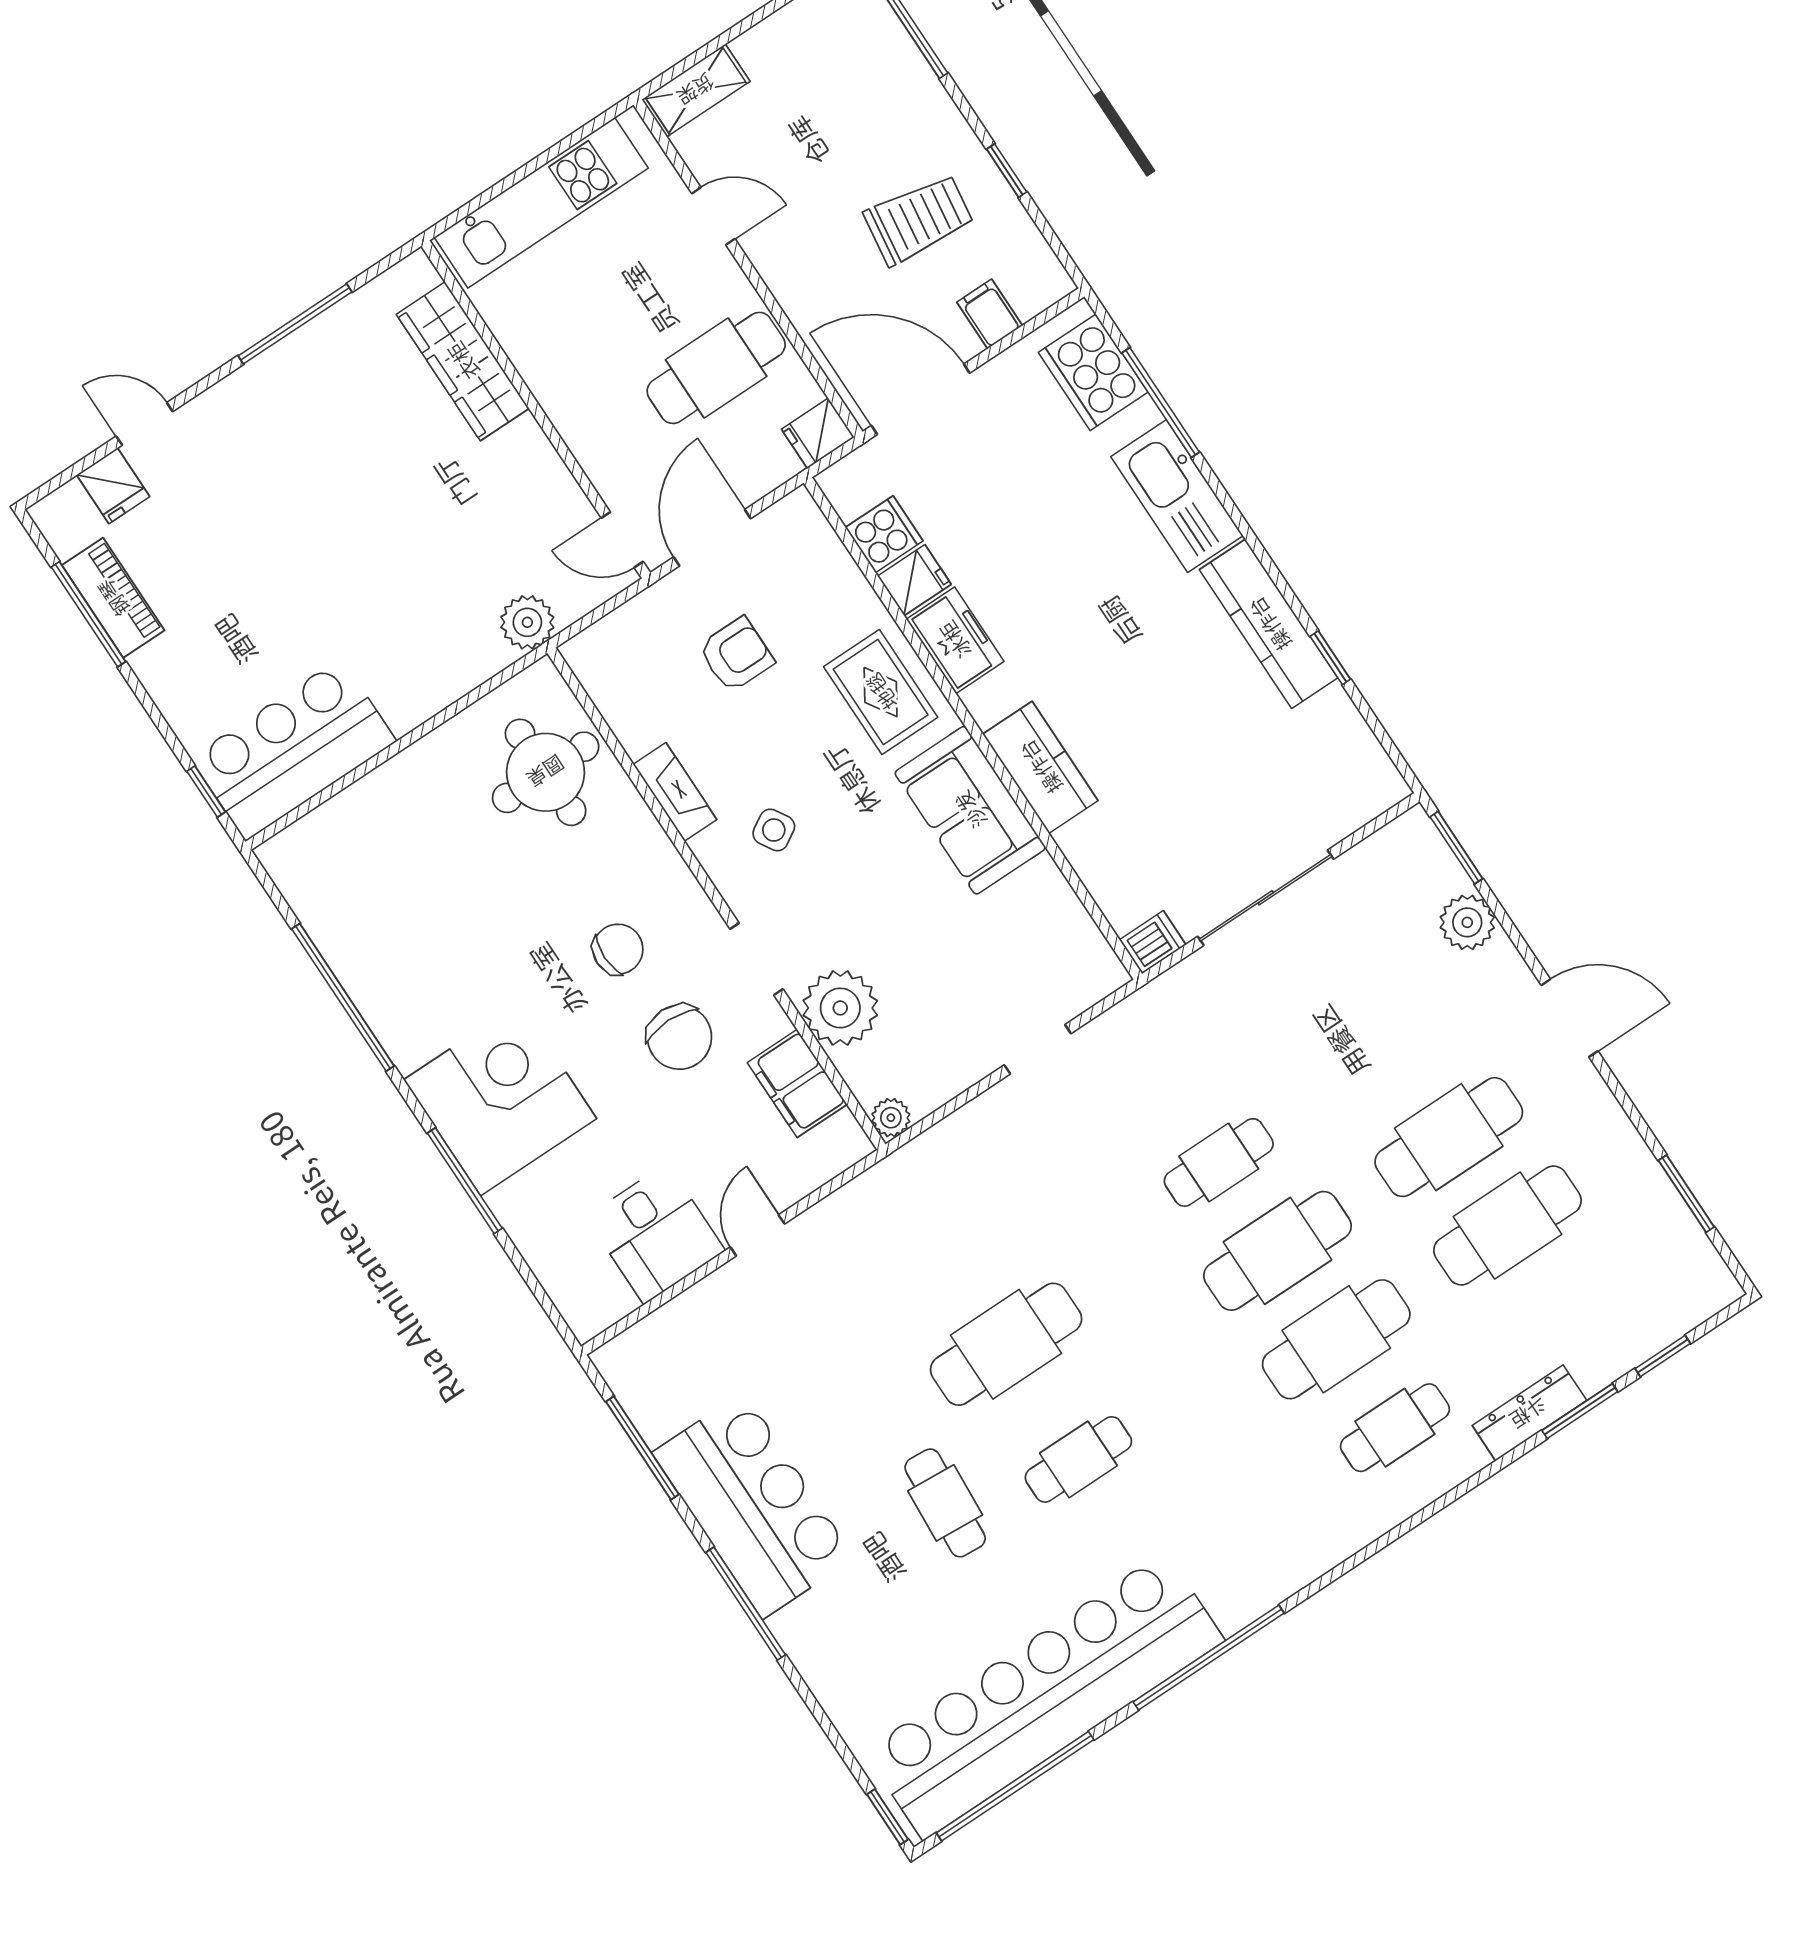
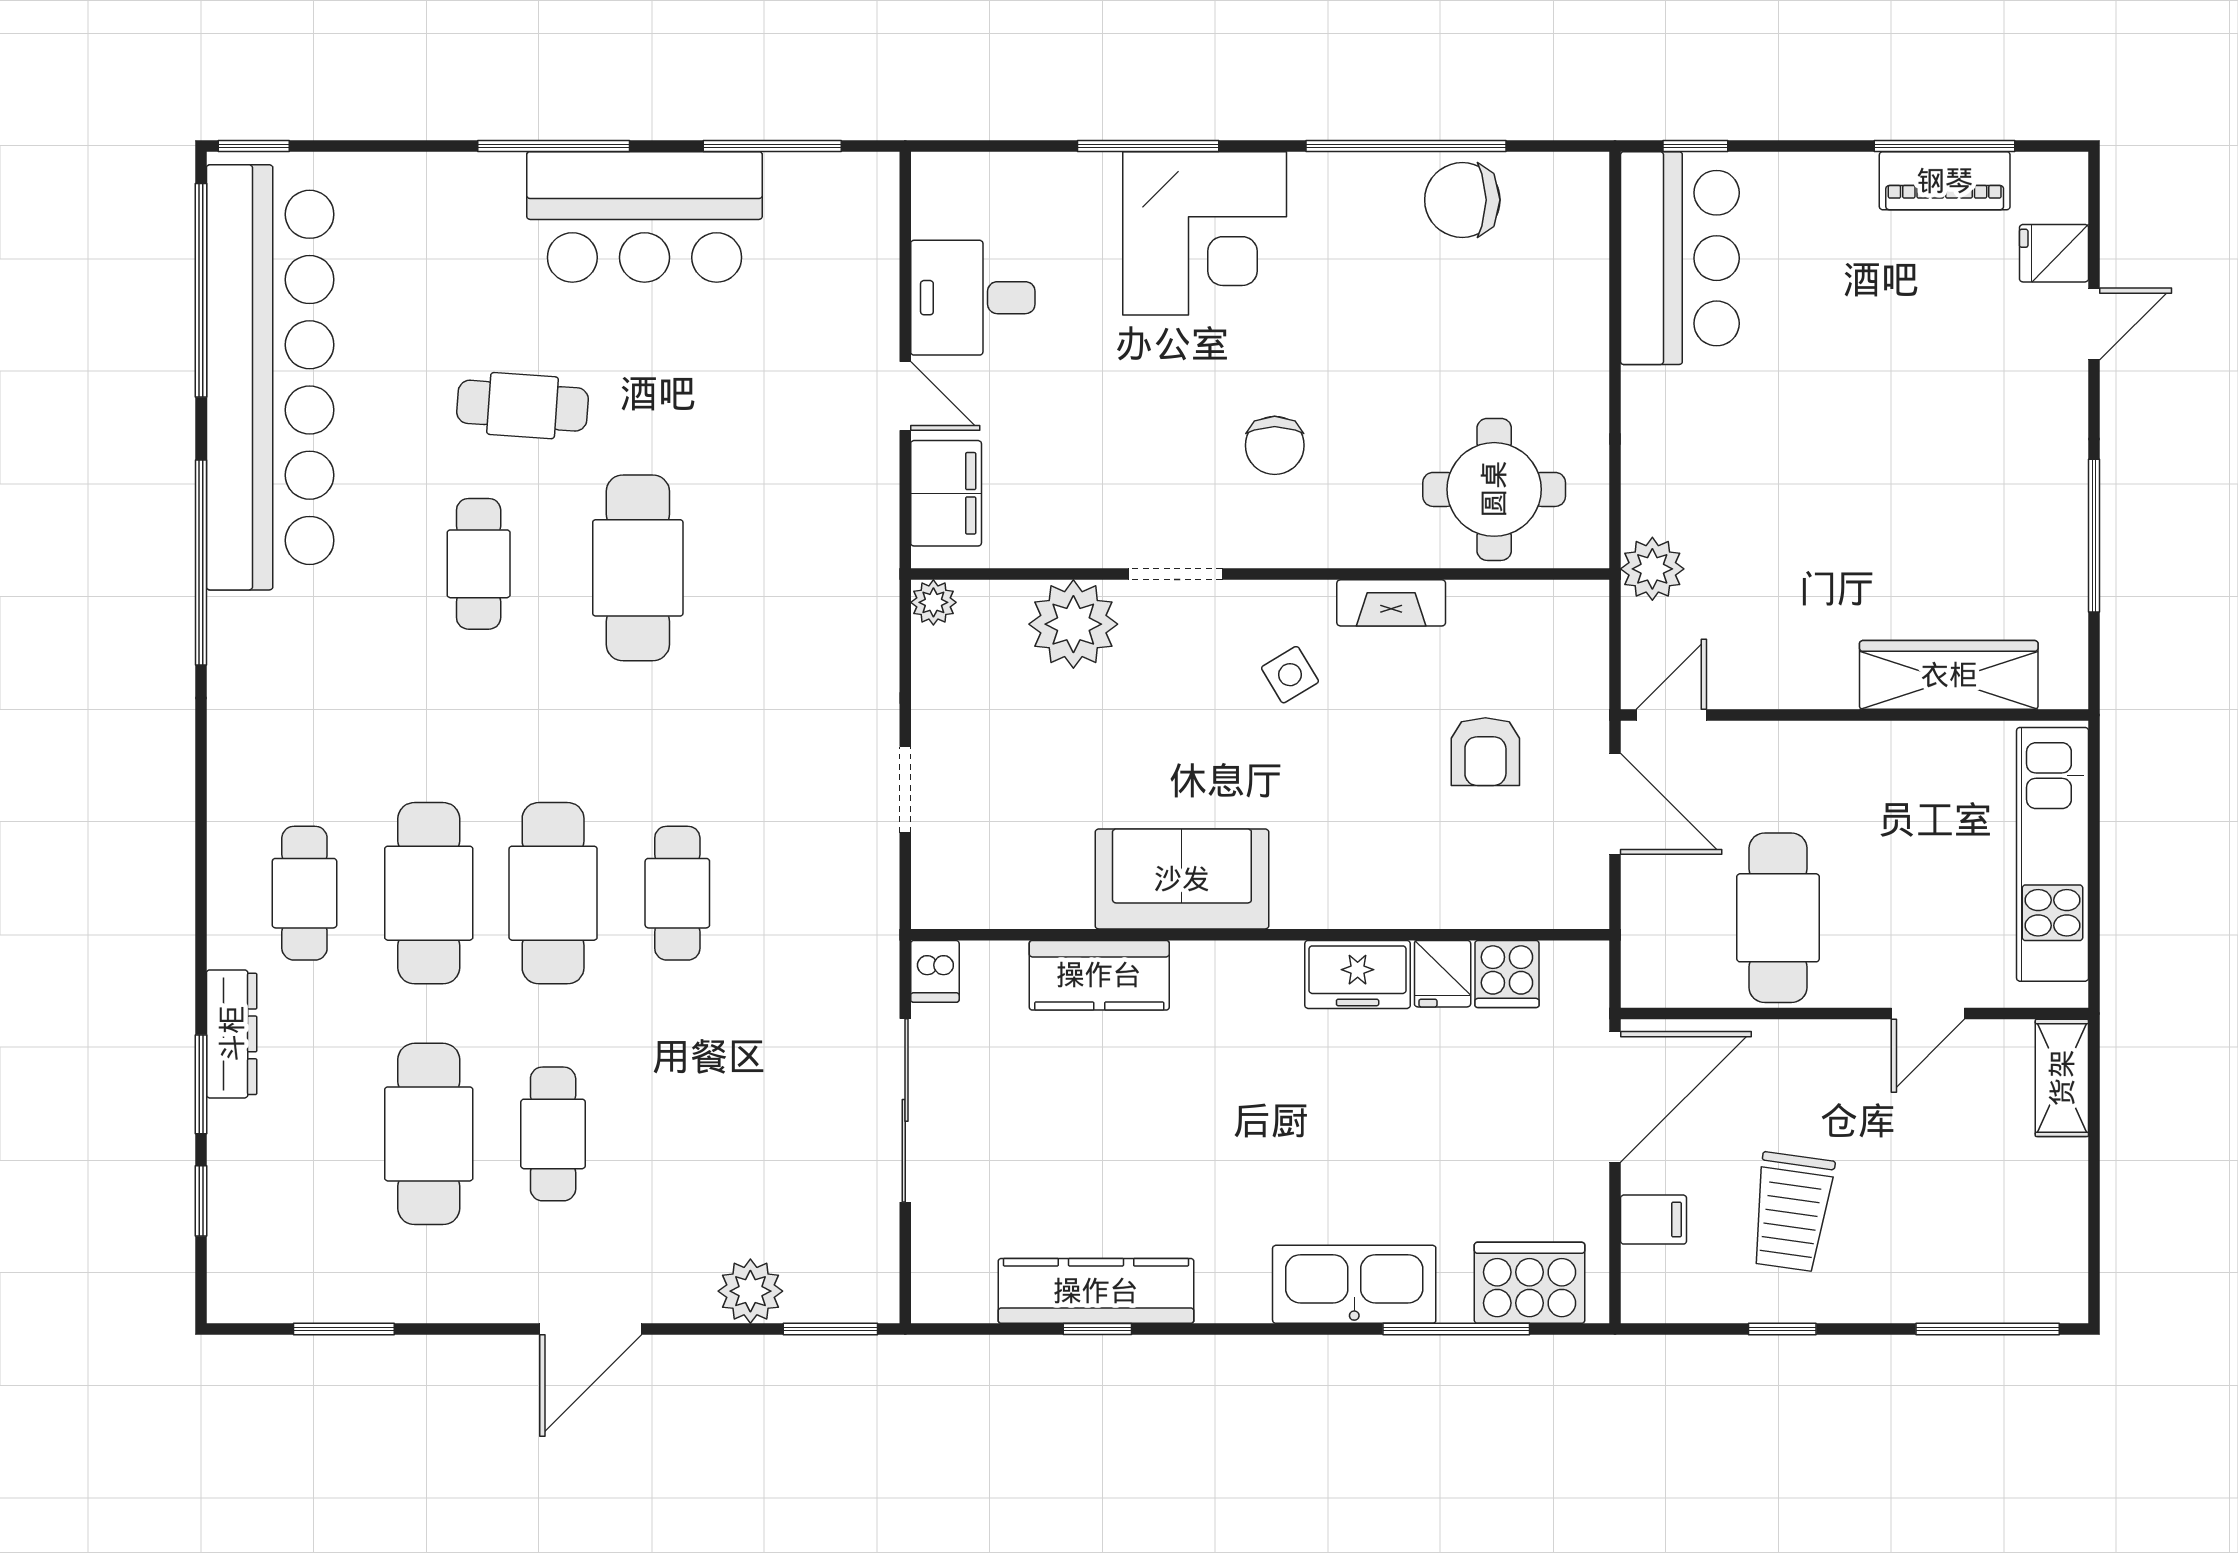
fridge: (818, 433) -> (1648, 975), removed
kitchen counter: (1269, 624) -> (1096, 1291), moved
rug: (881, 692) -> (1355, 868), removed
kitchen counter: (1040, 767) -> (1099, 975), moved
chair: (679, 1037) -> (1462, 200), moved
filing cabinet: (797, 1083) -> (946, 493), moved, turned 90
cafe table: (1449, 1137) -> (553, 1134), width x0.73, depth x0.74

